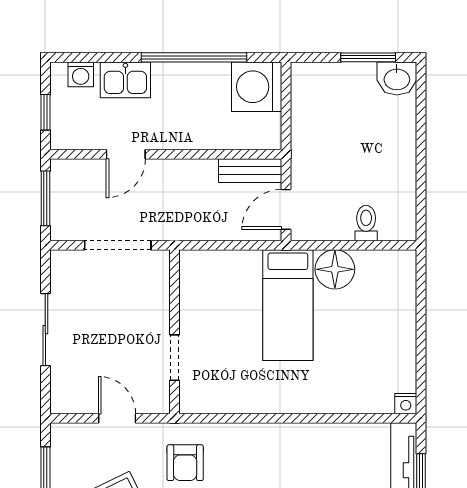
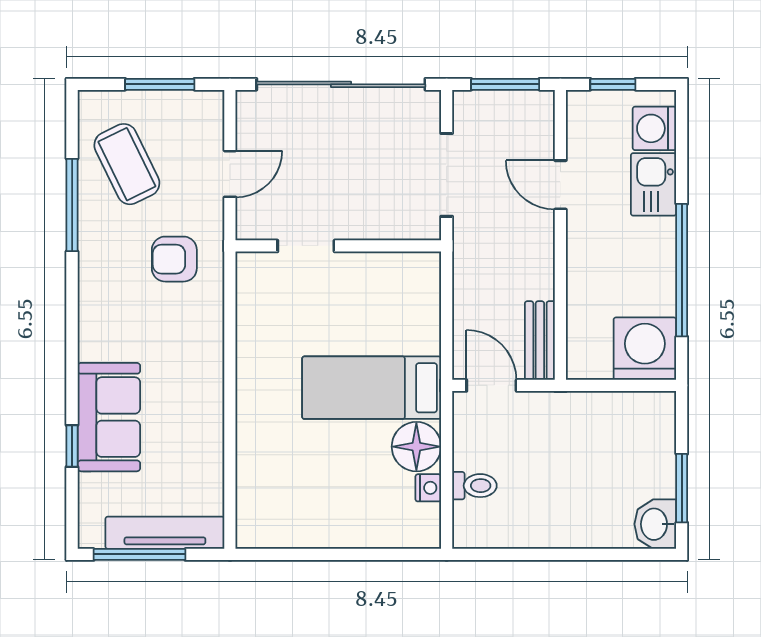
washing machine: (81, 74) -> (654, 128), width x1.38, depth x1.38
sliding door: (45, 330) -> (341, 84), width x1.86
nightstand: (406, 404) -> (428, 488), moved, turned 180

